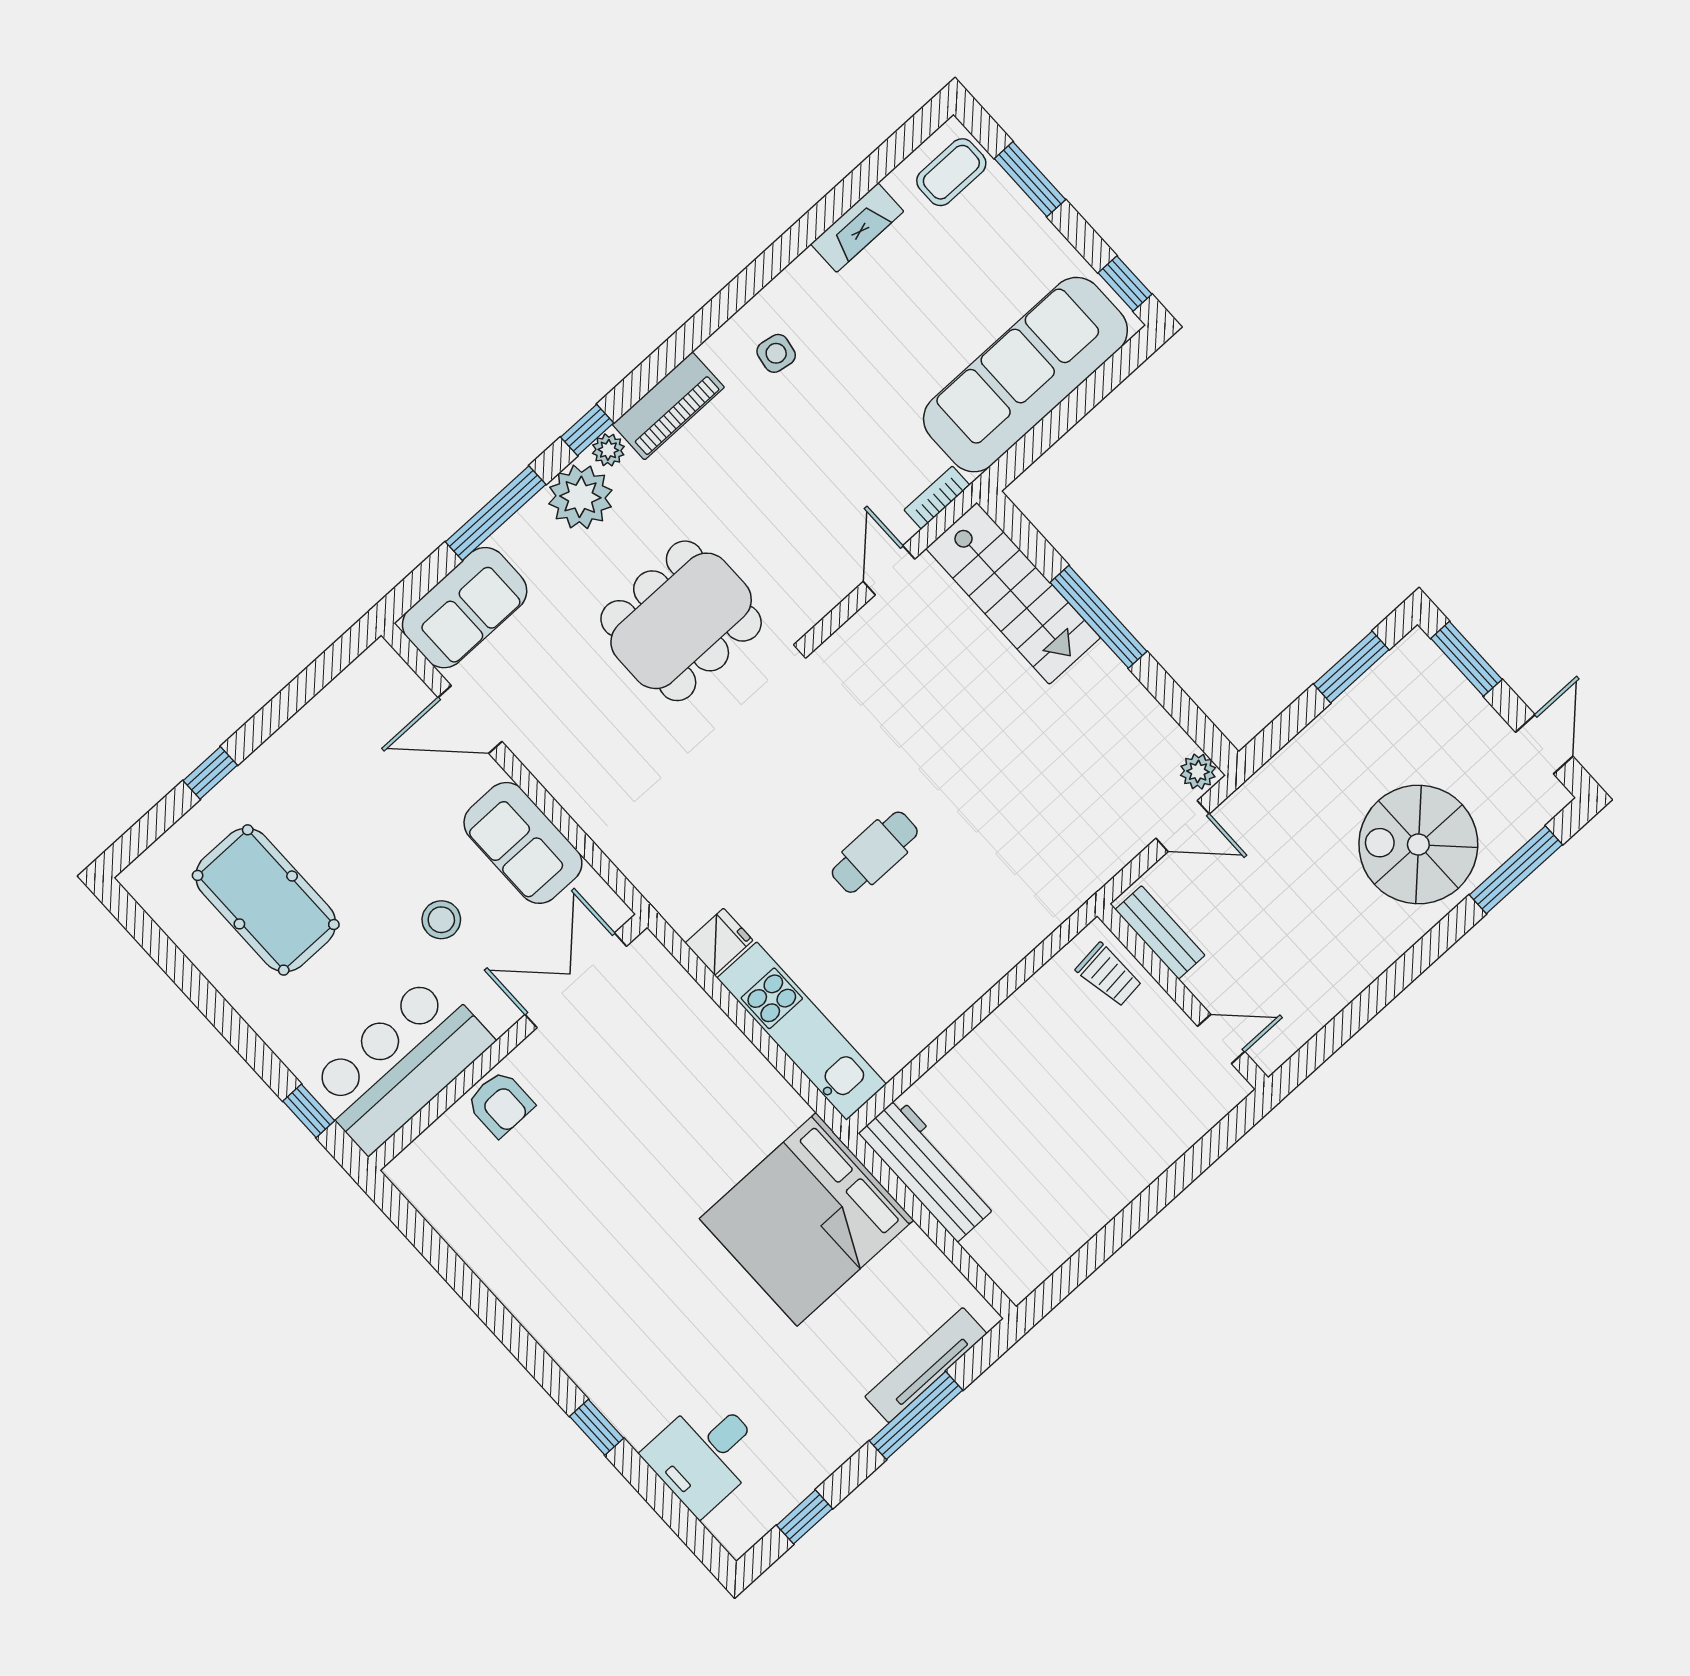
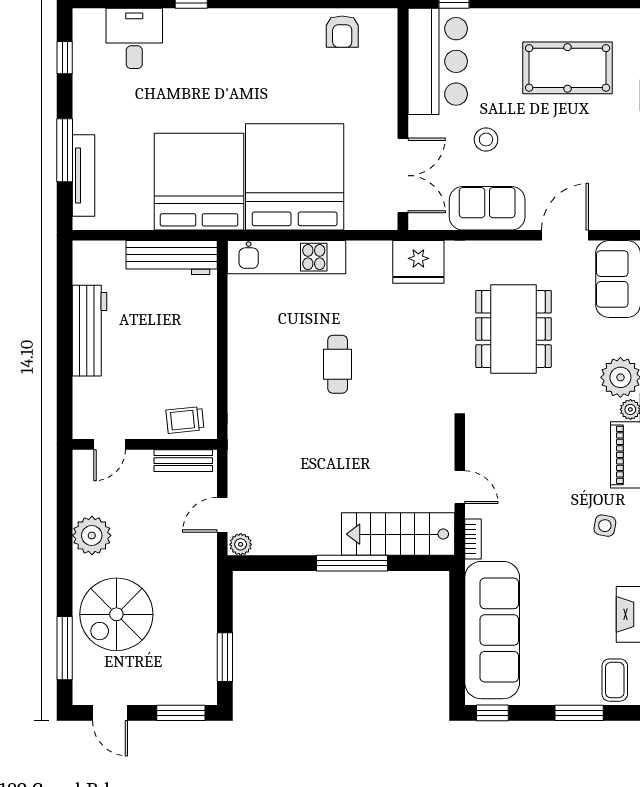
dining table: (681, 621) -> (513, 329), moved
spiral stairs: (1418, 845) -> (116, 614), turned 180
fridge: (719, 942) -> (418, 262), moved, width x1.88, depth x1.34
plant: (1350, 961) -> (92, 535), added
armchair: (500, 1104) -> (342, 32), moved, turned -90
bed: (696, 1109) -> (295, 177), added
workbench: (1106, 1188) -> (90, 331), added

